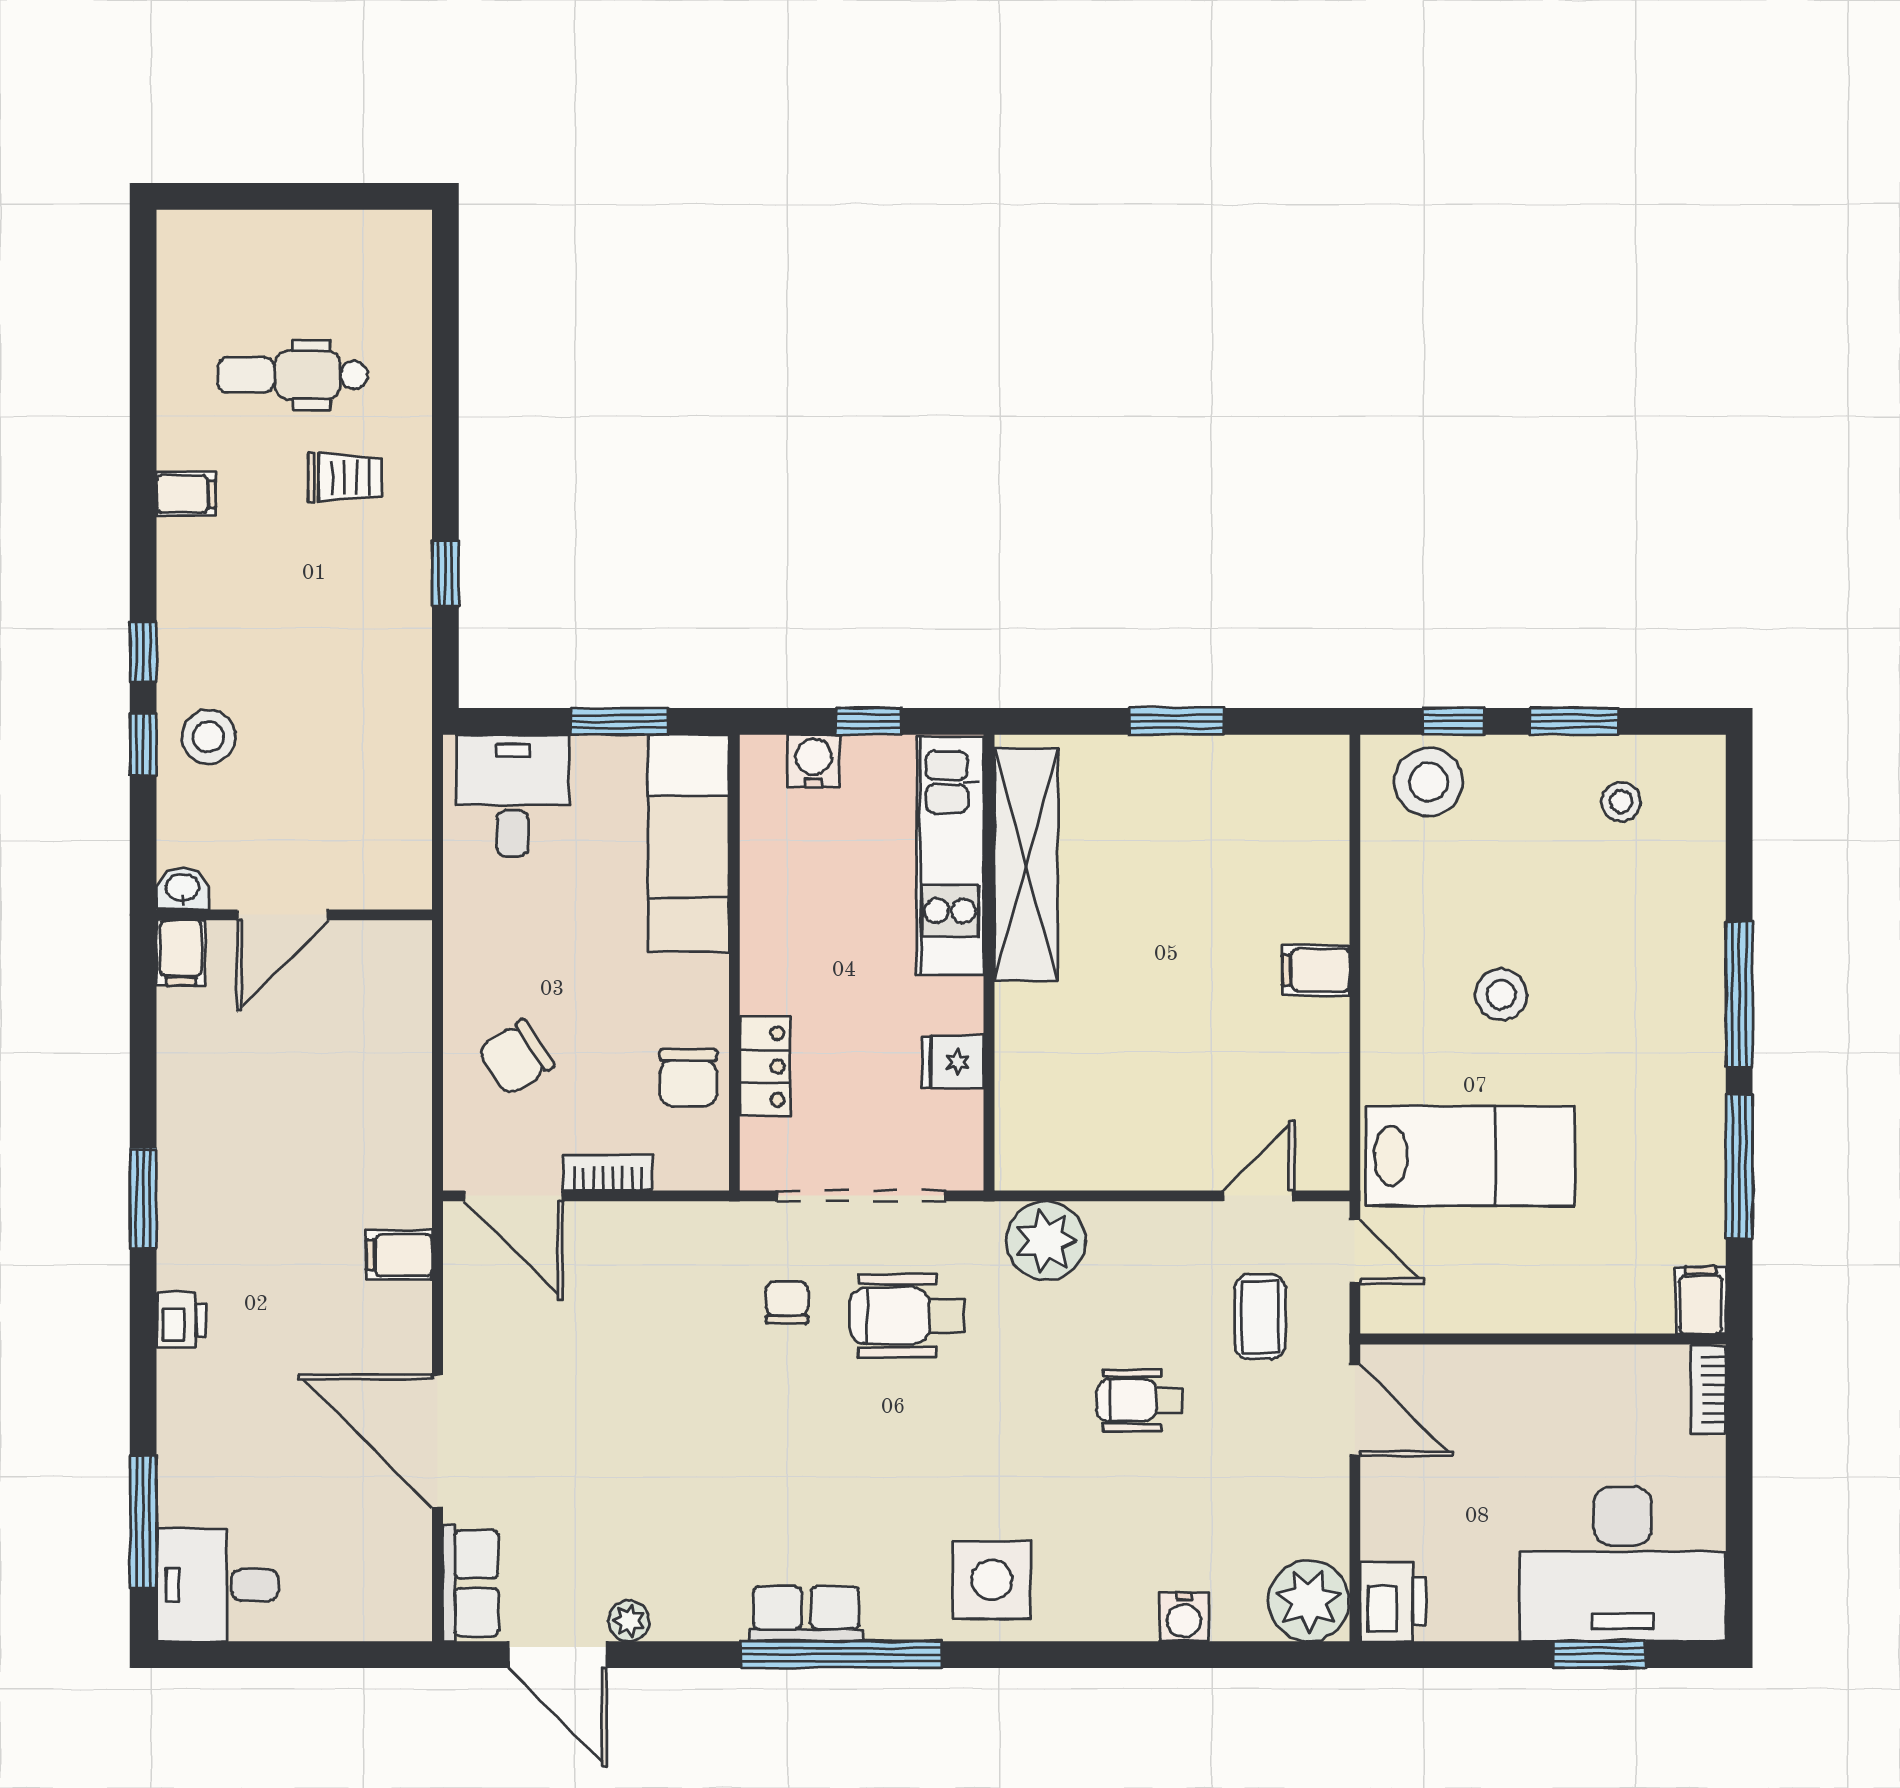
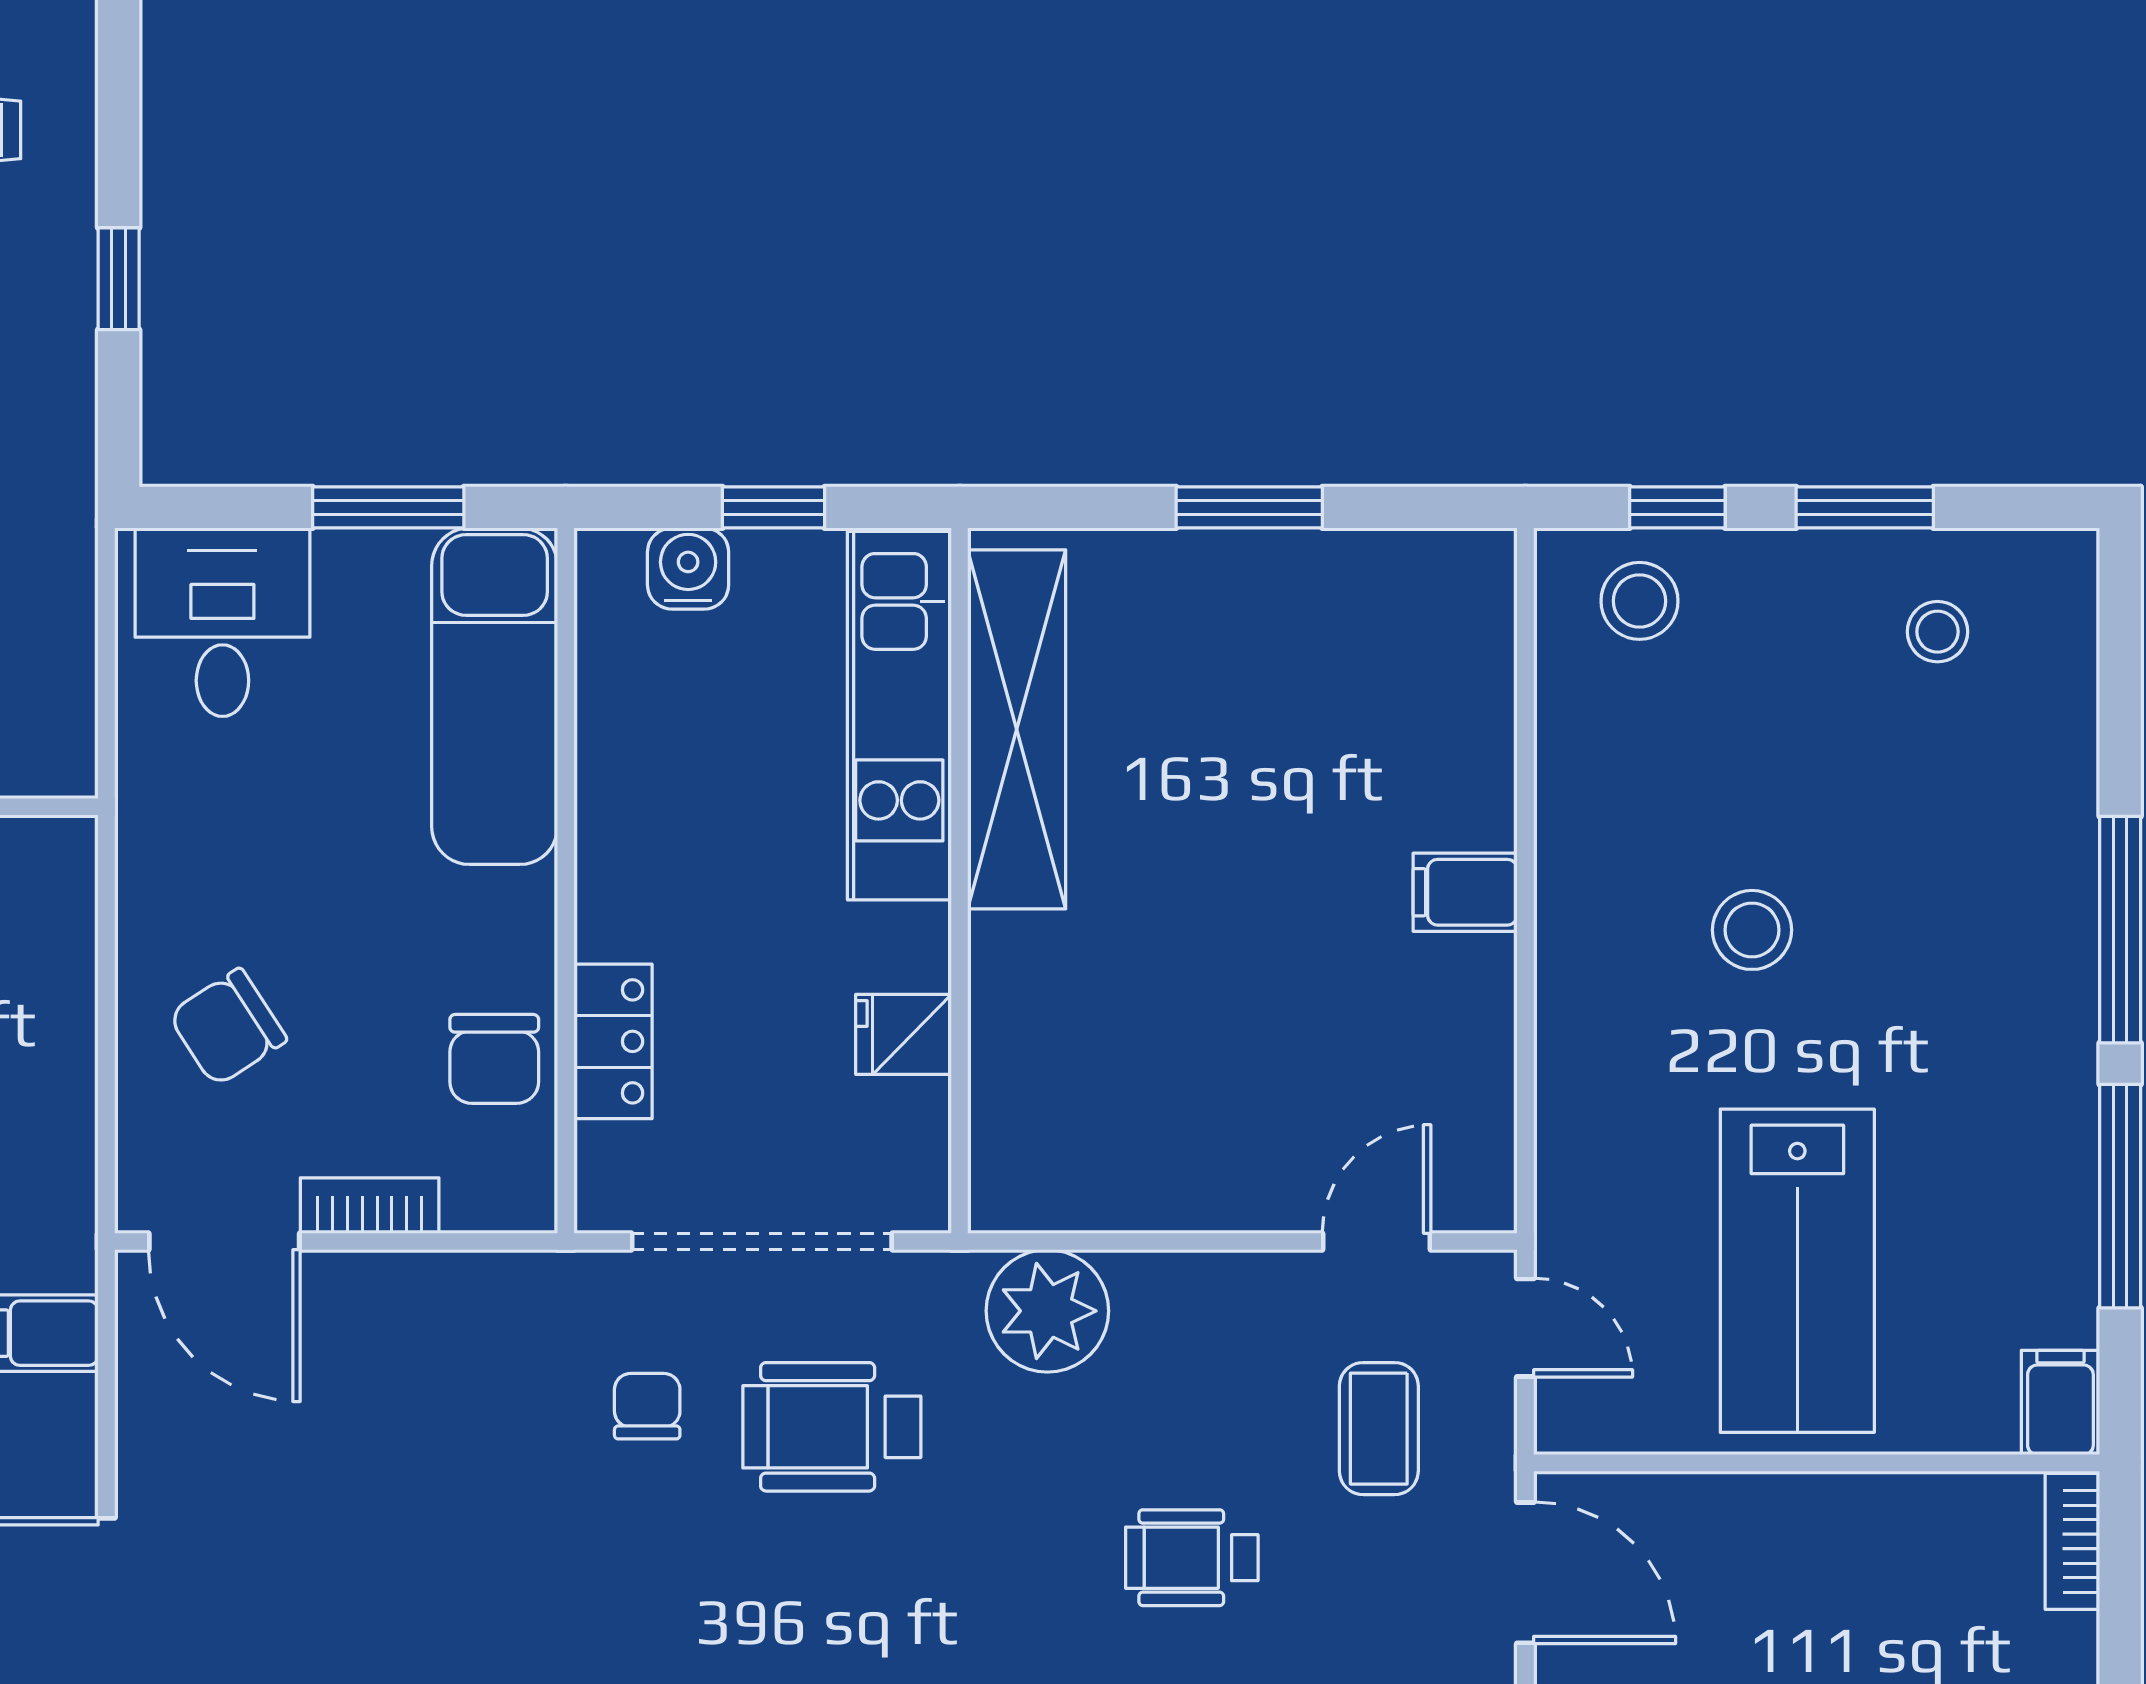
stool: (1429, 782) -> (1639, 601), width x0.73, depth x0.73
lab bench: (1470, 1156) -> (1797, 1271), moved, turned 90

